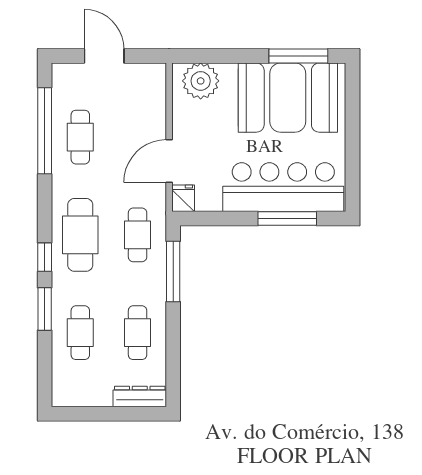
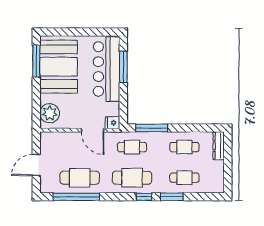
cafe table: (80, 137) -> (80, 178), width x1.37, depth x1.35

